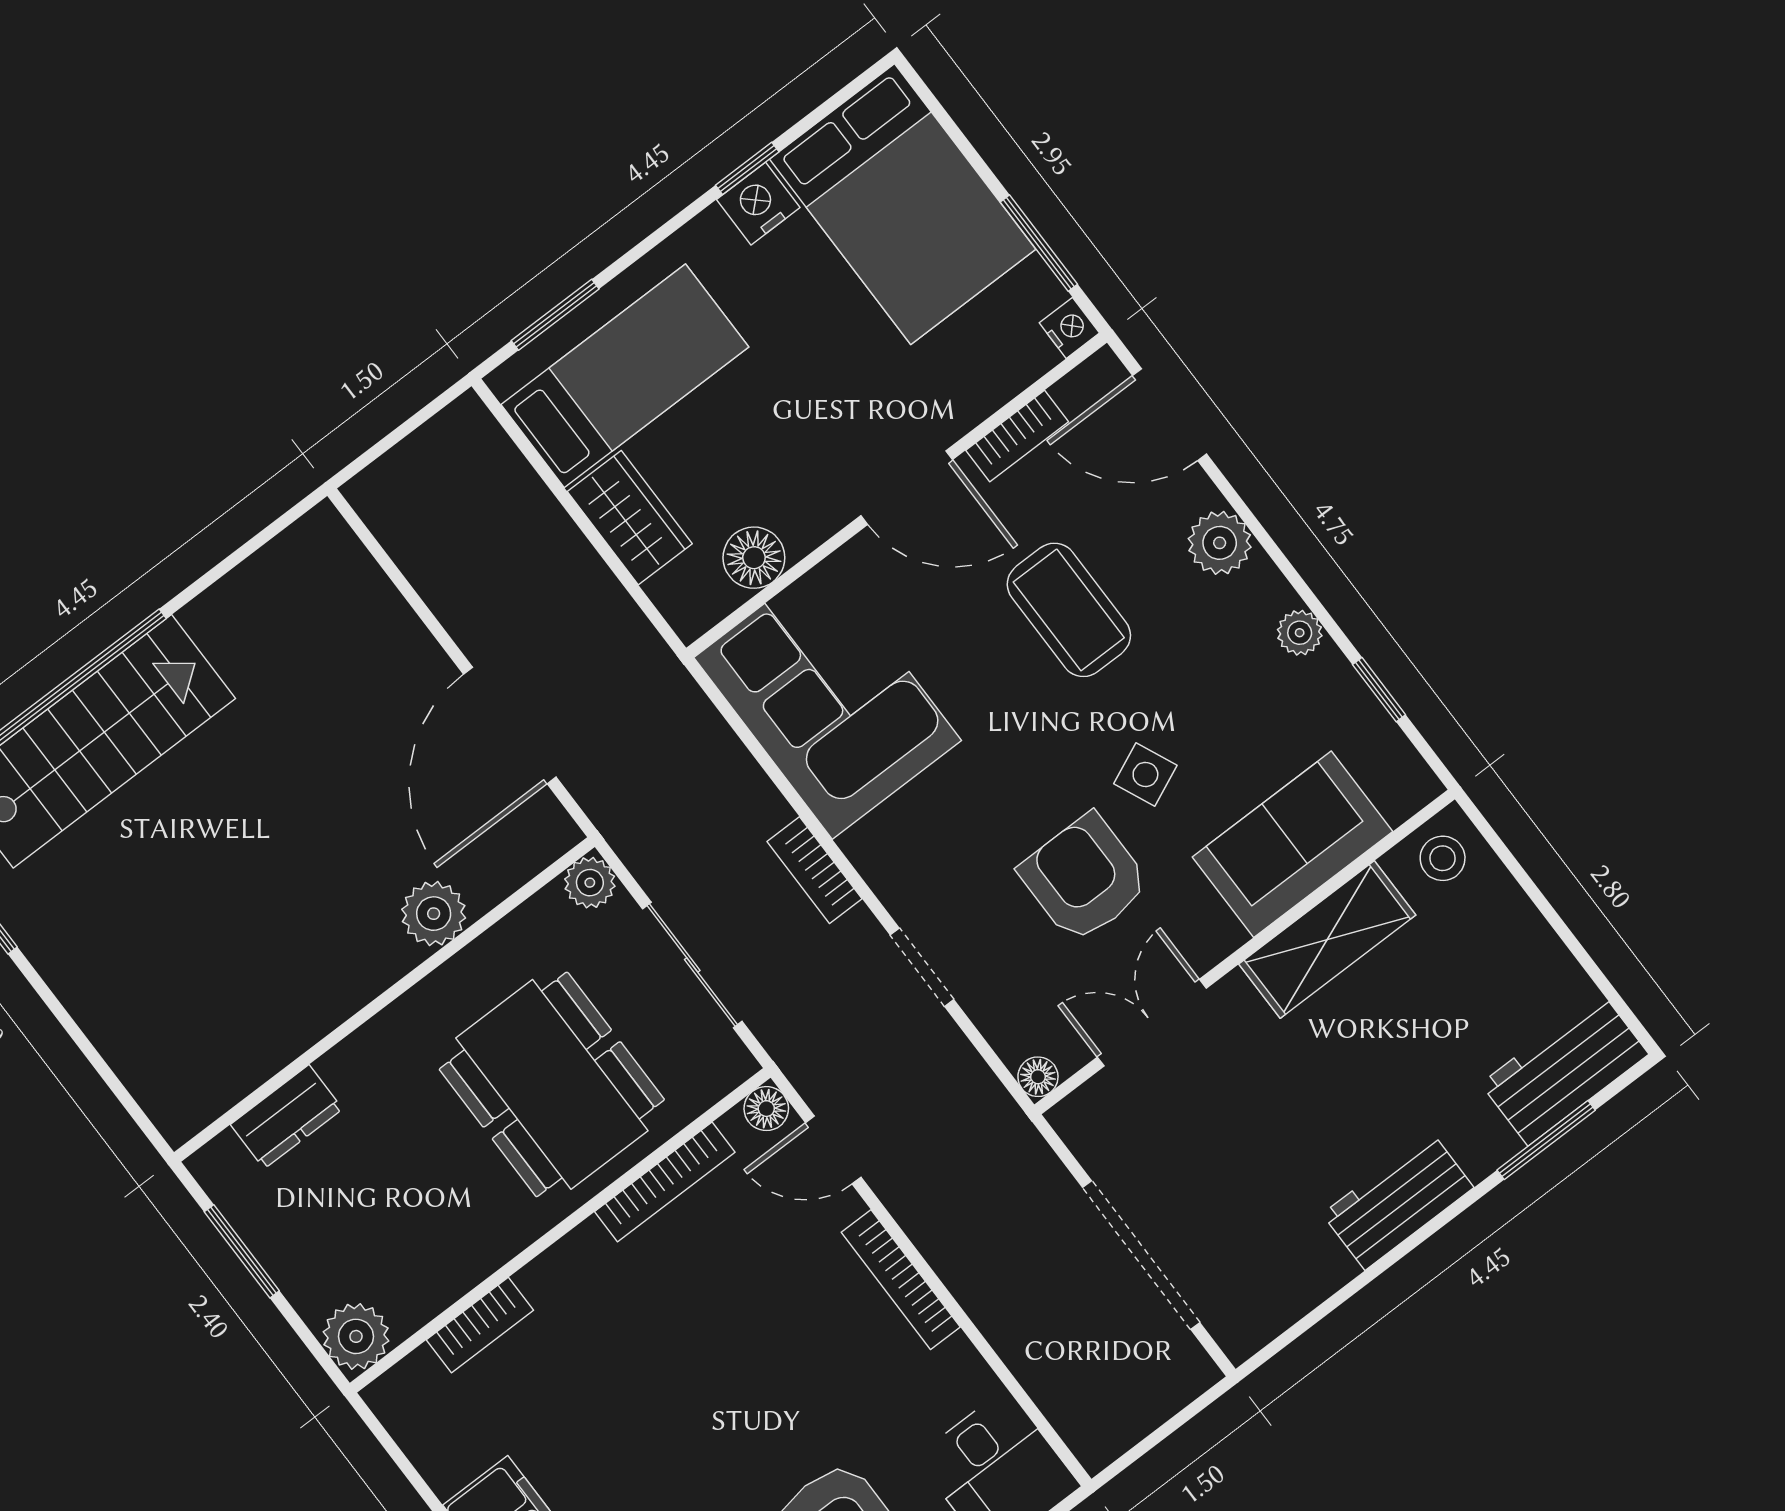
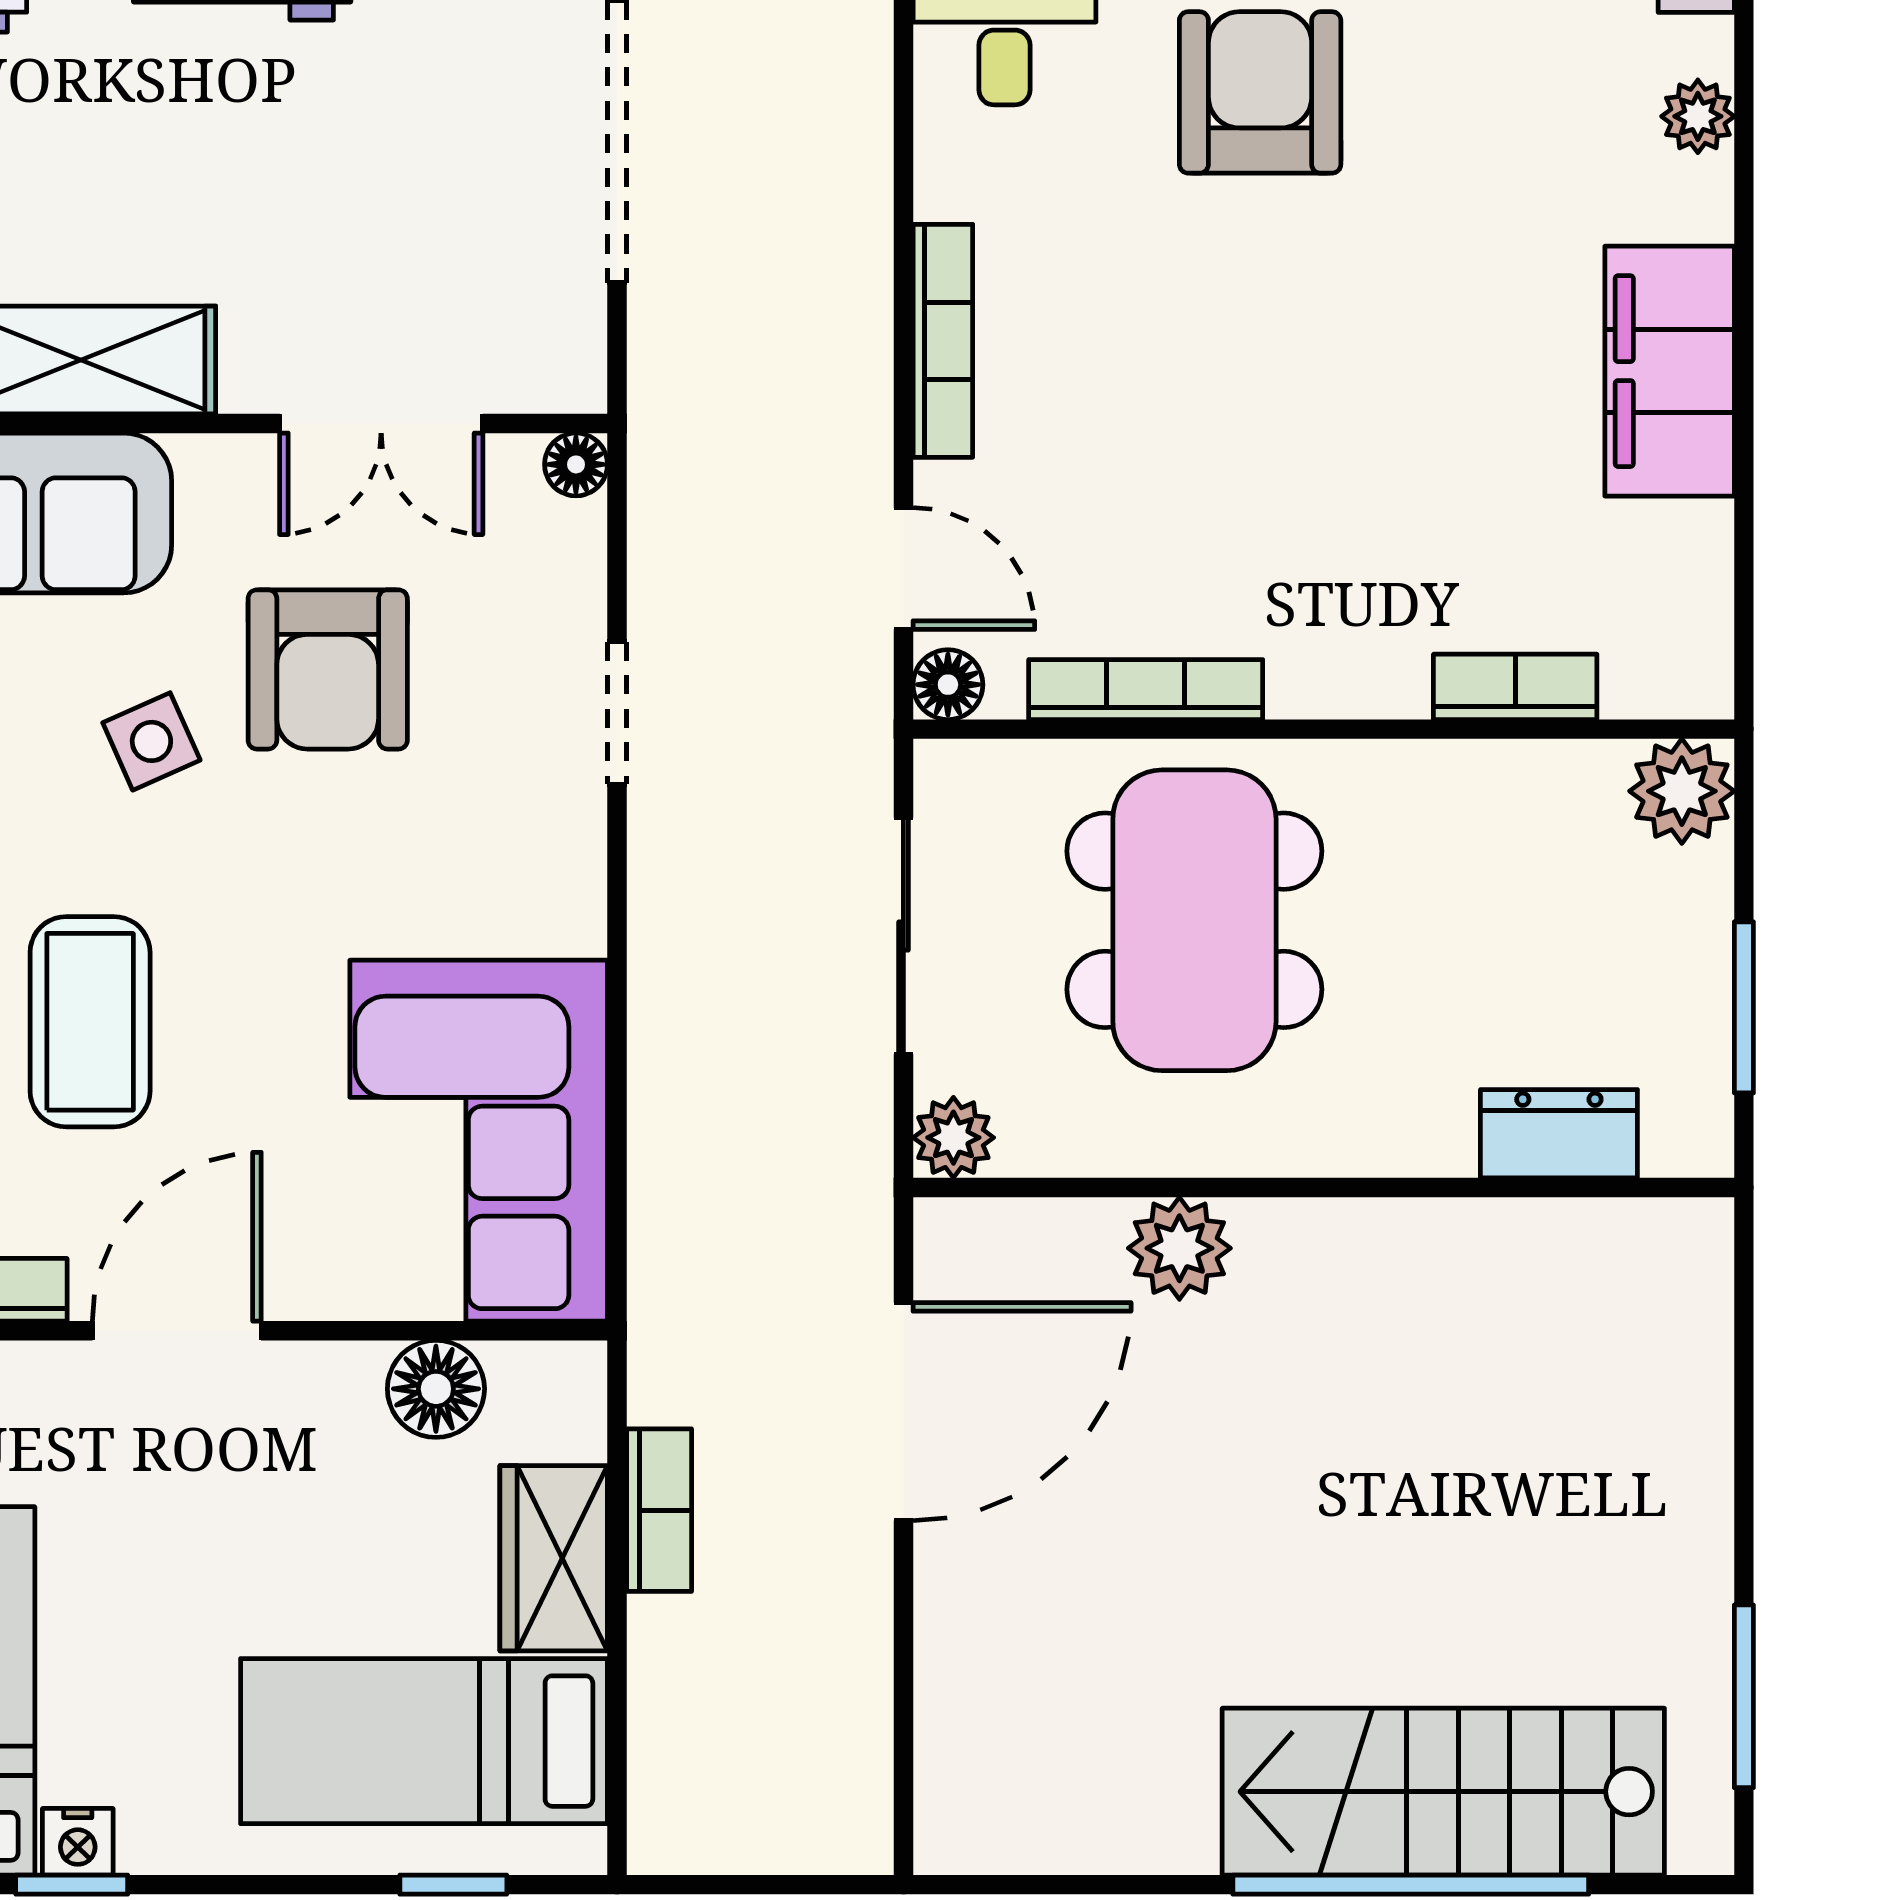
nightstand: (758, 204) -> (78, 1842), width x0.72, depth x0.74
window: (555, 315) -> (453, 1885), width x0.67
door: (907, 488) -> (177, 1331), hinge flipped
bookcase: (814, 870) -> (659, 1510), moved

